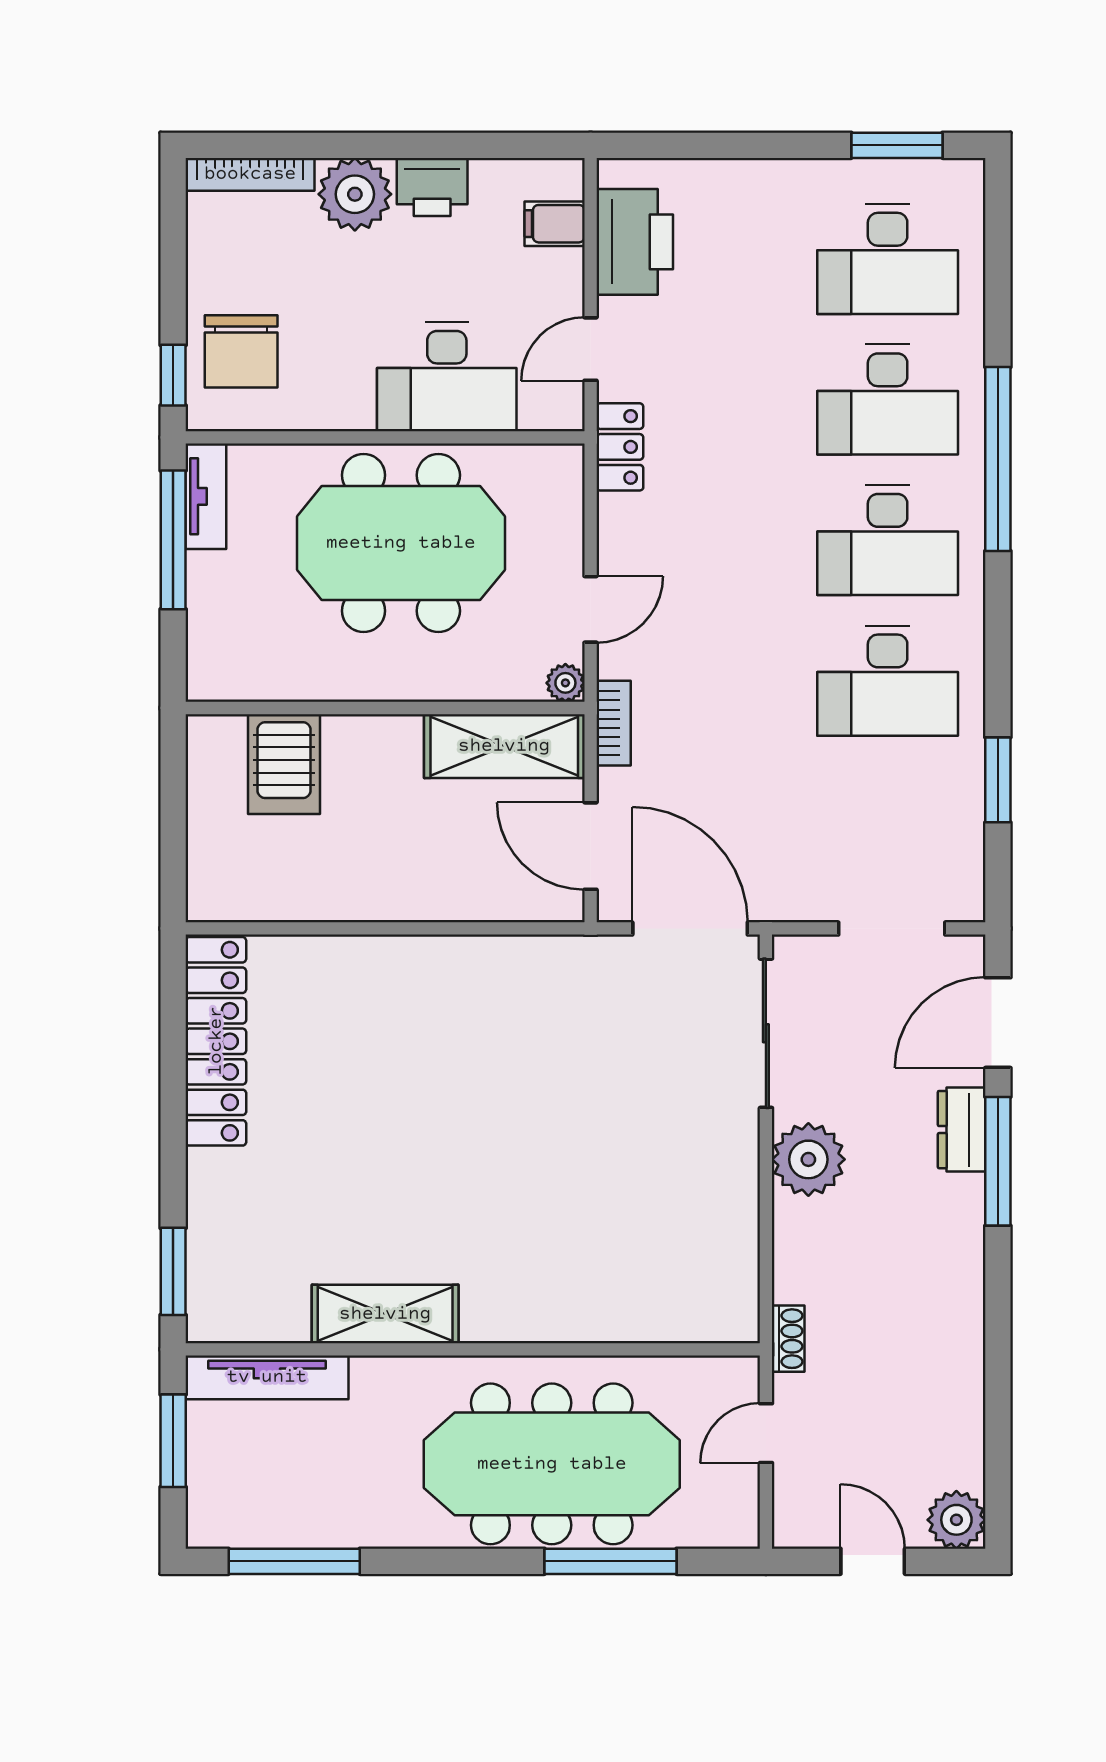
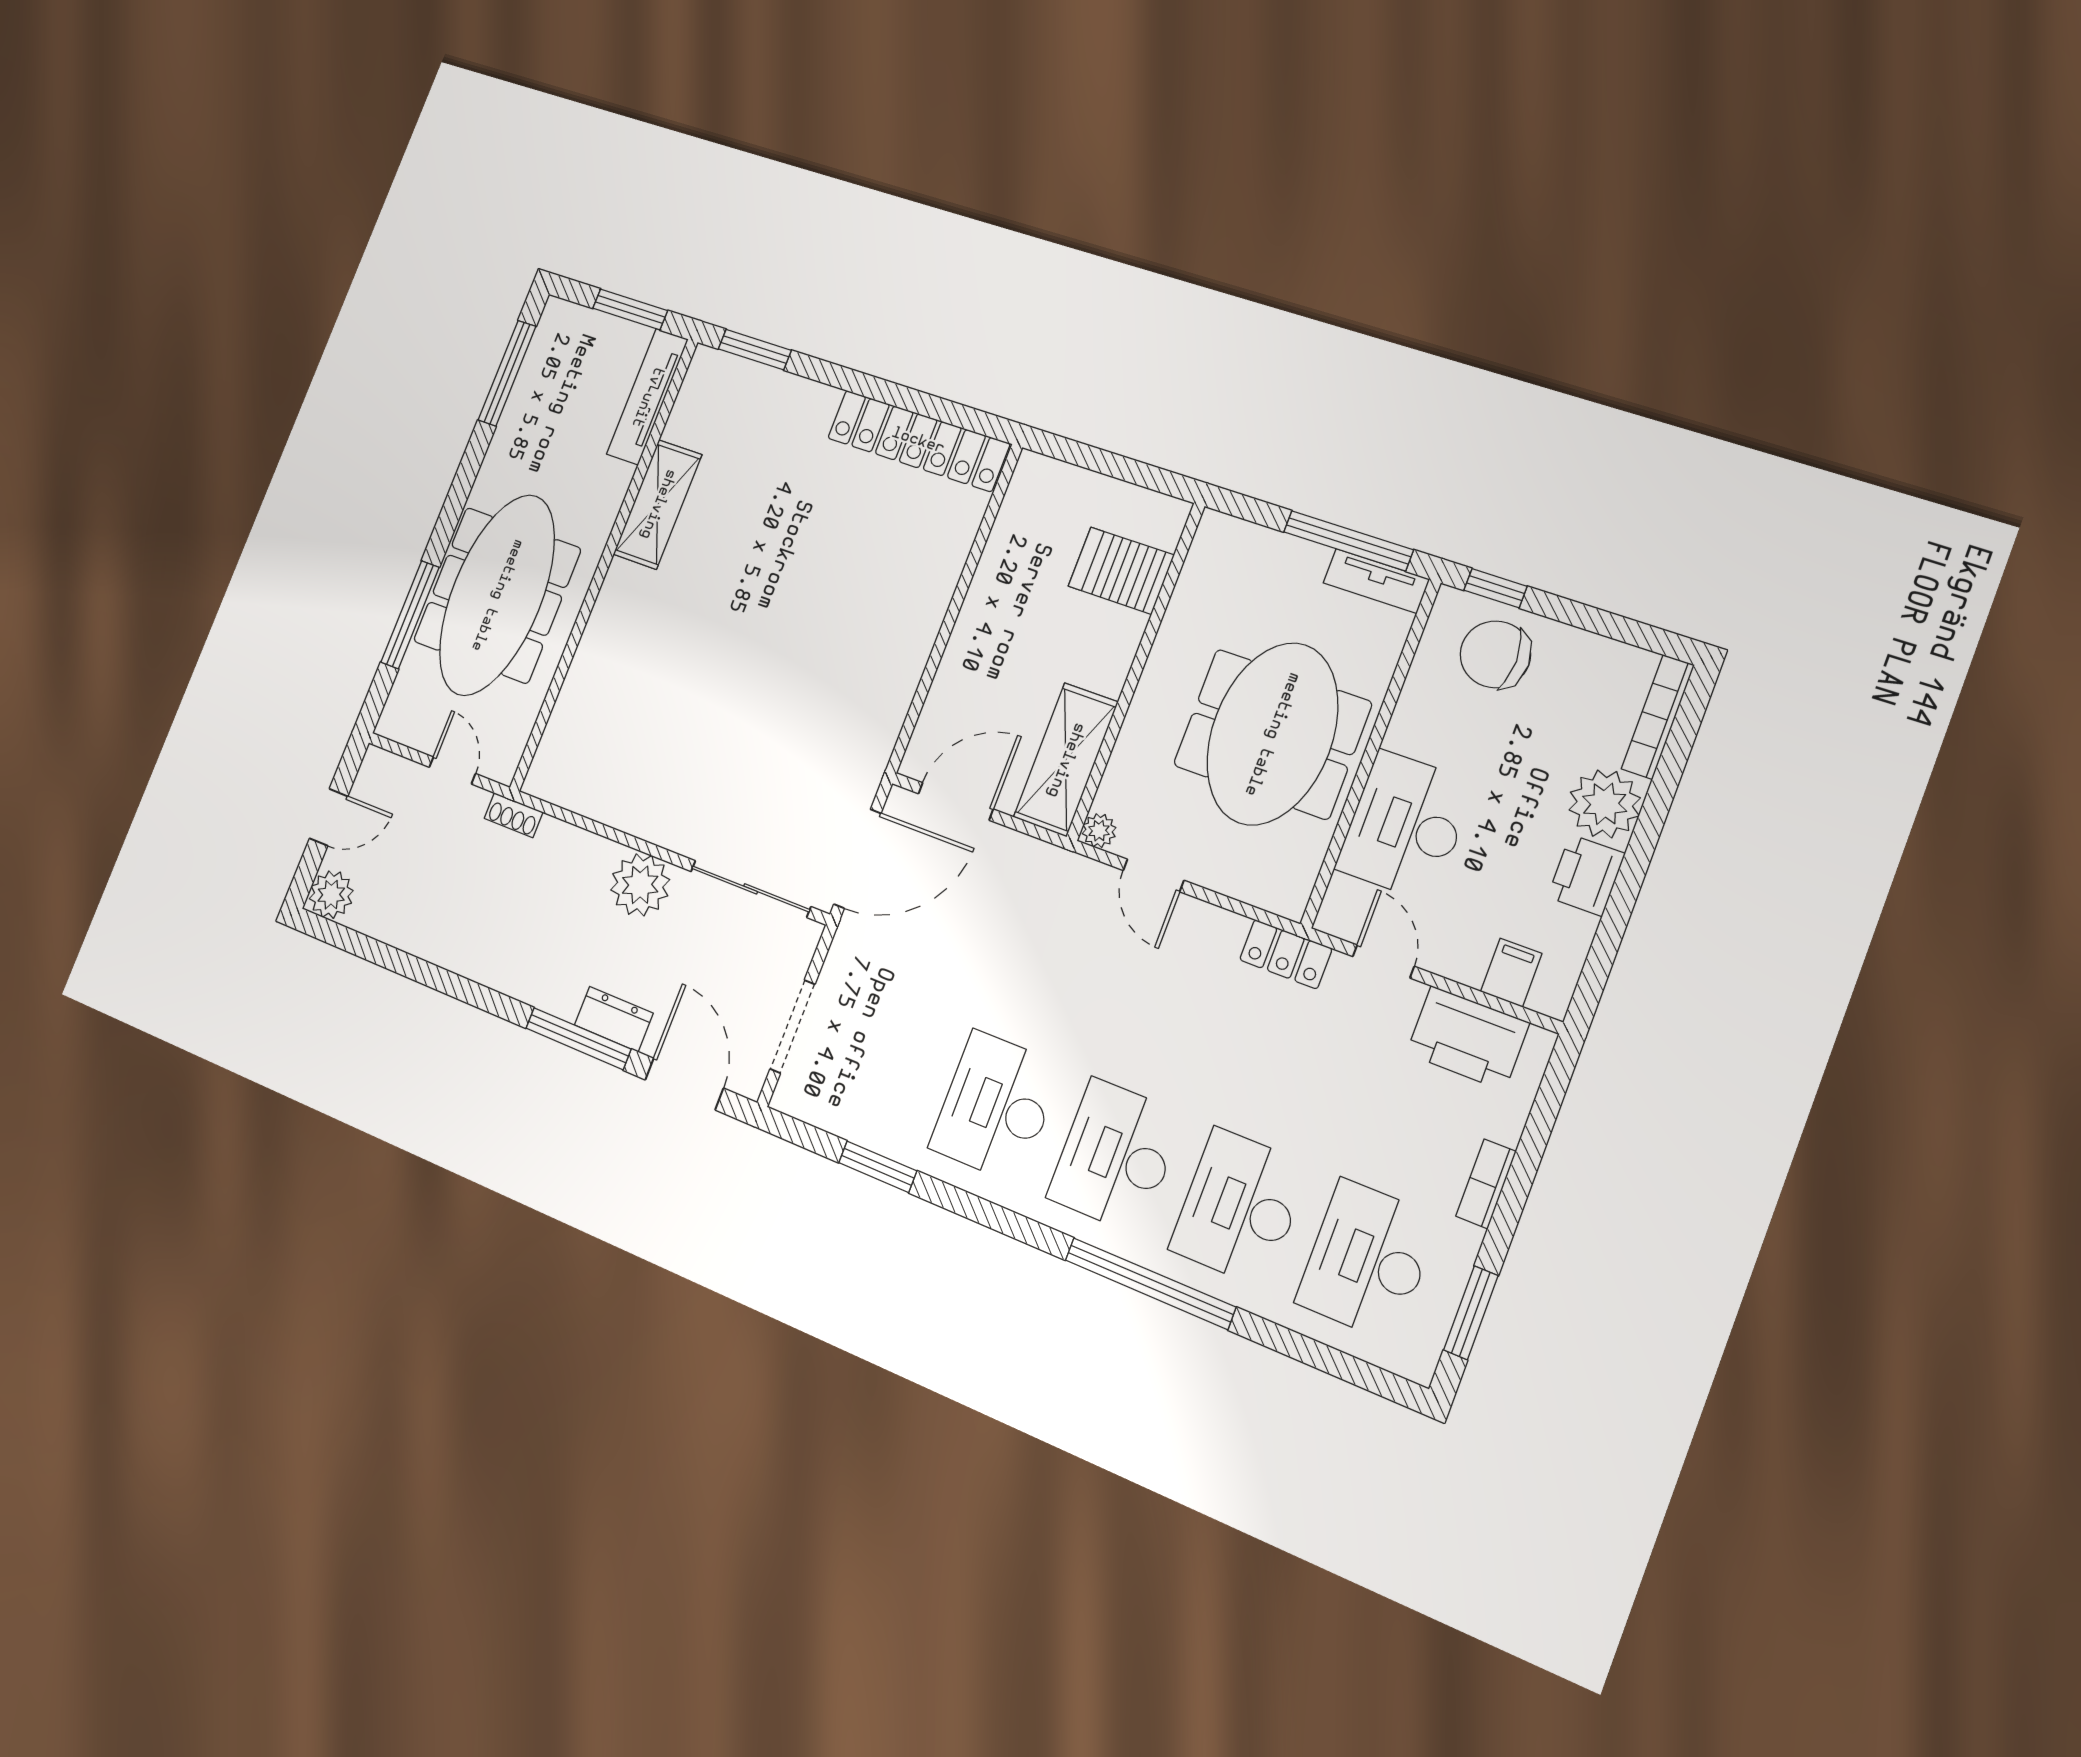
bookcase: (614, 723) -> (1486, 1184), moved, turned 90

